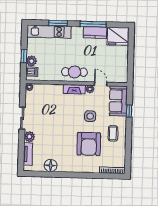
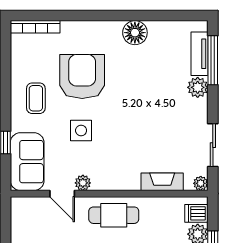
fireplace: (74, 89) -> (162, 182), moved
sliding door: (22, 118) -> (213, 145), moved
window: (21, 150) -> (213, 60), added
floor lamp: (51, 165) -> (135, 33), moved

